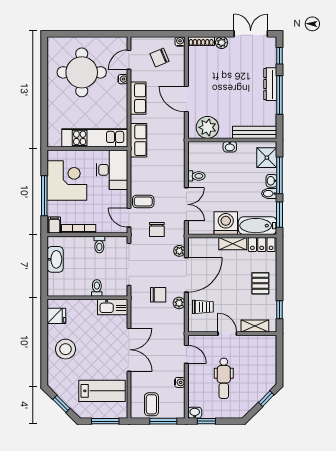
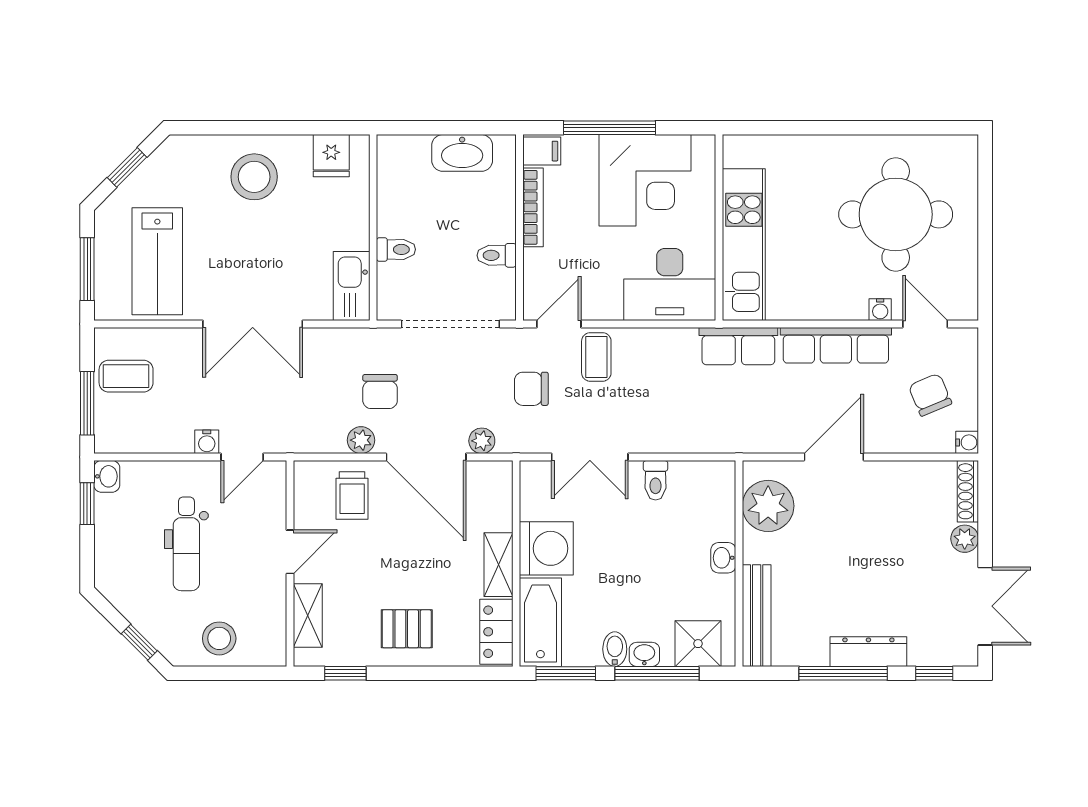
row of seats: (138, 98) -> (836, 345), width x1.48
stool: (265, 364) -> (219, 638), added
dental chair: (224, 378) -> (186, 544), turned -90
water cooler: (180, 382) -> (207, 442), moved

